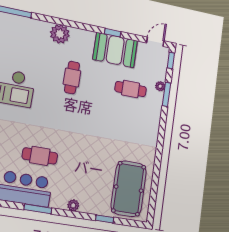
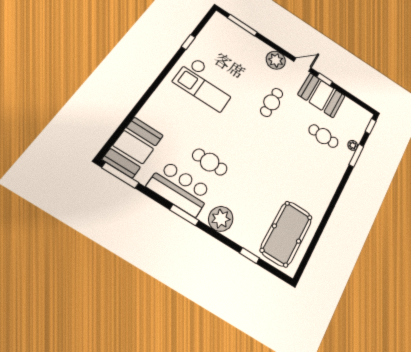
door: (155, 42) -> (302, 65), moved
plant: (73, 205) -> (221, 219), width x1.88, depth x1.88

